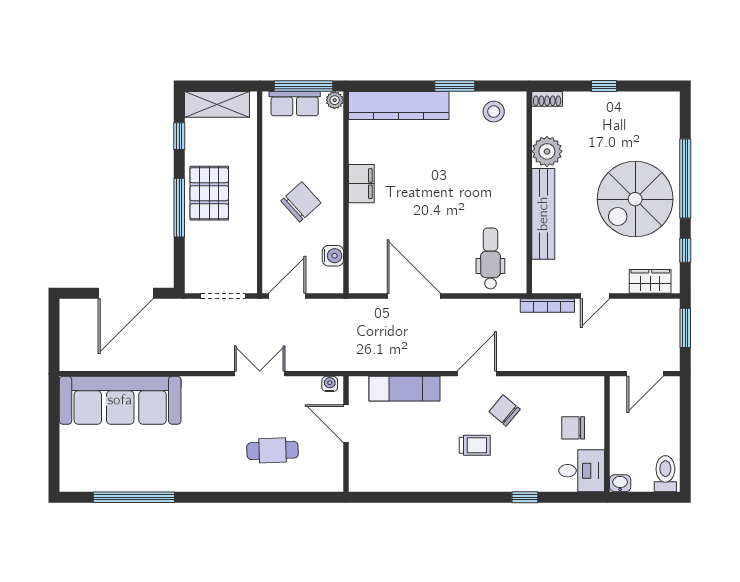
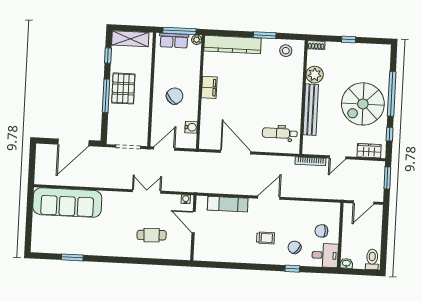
dental chair: (490, 258) -> (280, 133), turned -90
chair: (505, 411) -> (295, 247), moved
window: (134, 497) -> (72, 257), width x0.47

